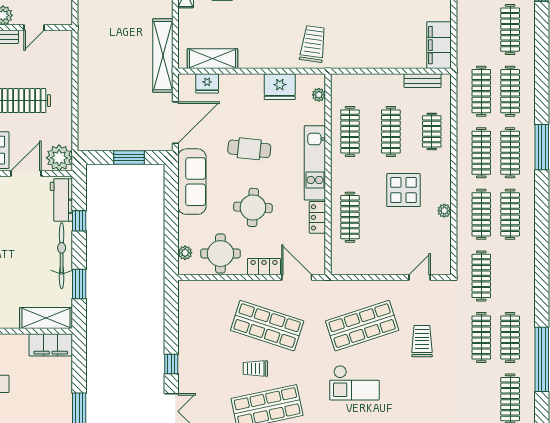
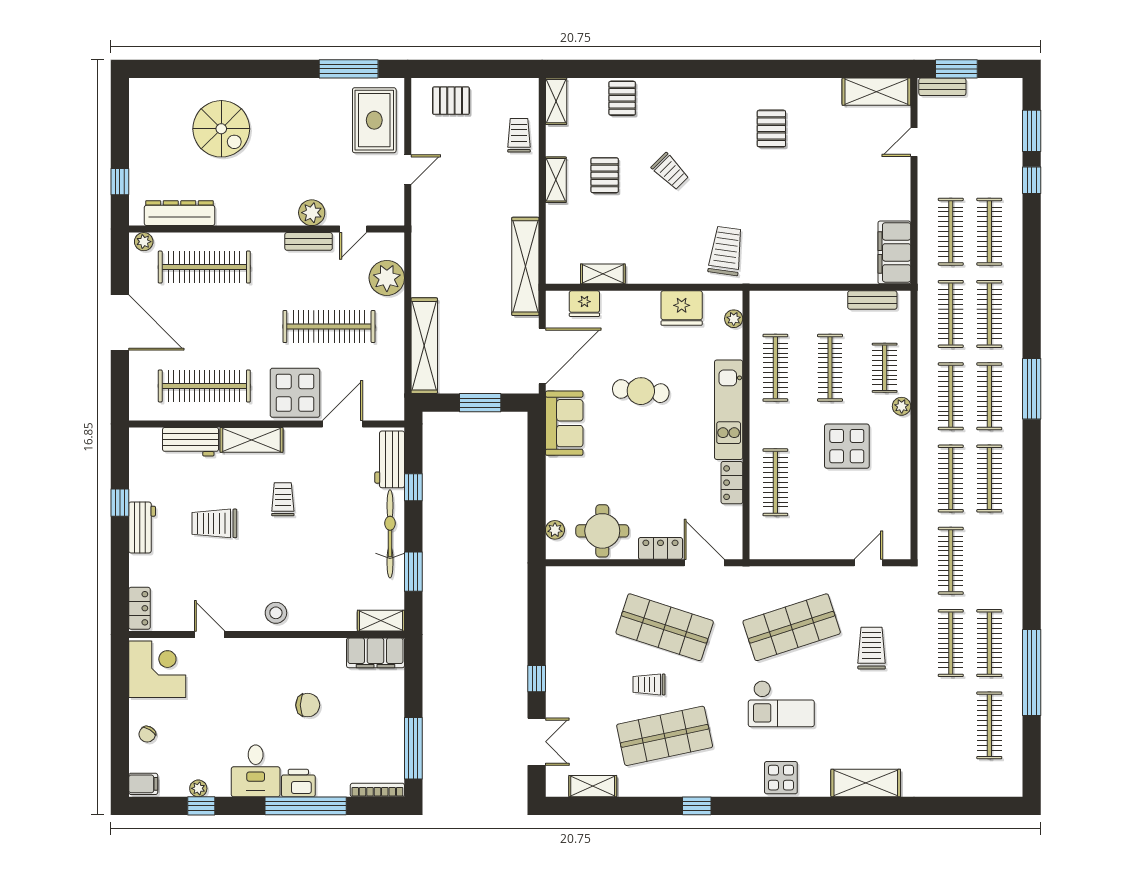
clothes rail: (481, 30) -> (951, 232), added
shelving: (213, 59) -> (603, 274), width x0.67, depth x0.75
shelving: (87, 115) -> (424, 346), added
plant: (59, 158) -> (387, 278), moved
sofa: (192, 182) -> (564, 423), width x0.73
round table: (253, 207) -> (646, 469), removed
plant: (444, 211) -> (902, 406), moved
shelving: (46, 318) -> (381, 621), width x0.67, depth x0.75

